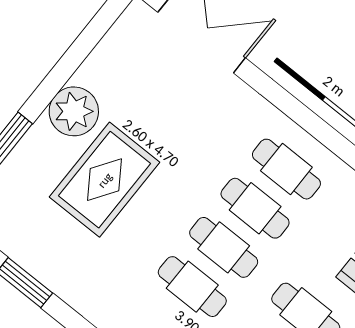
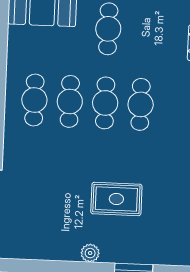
plant: (74, 111) -> (90, 253), width x0.53, depth x0.53
rug: (105, 180) -> (116, 199), width x0.73, depth x0.70

